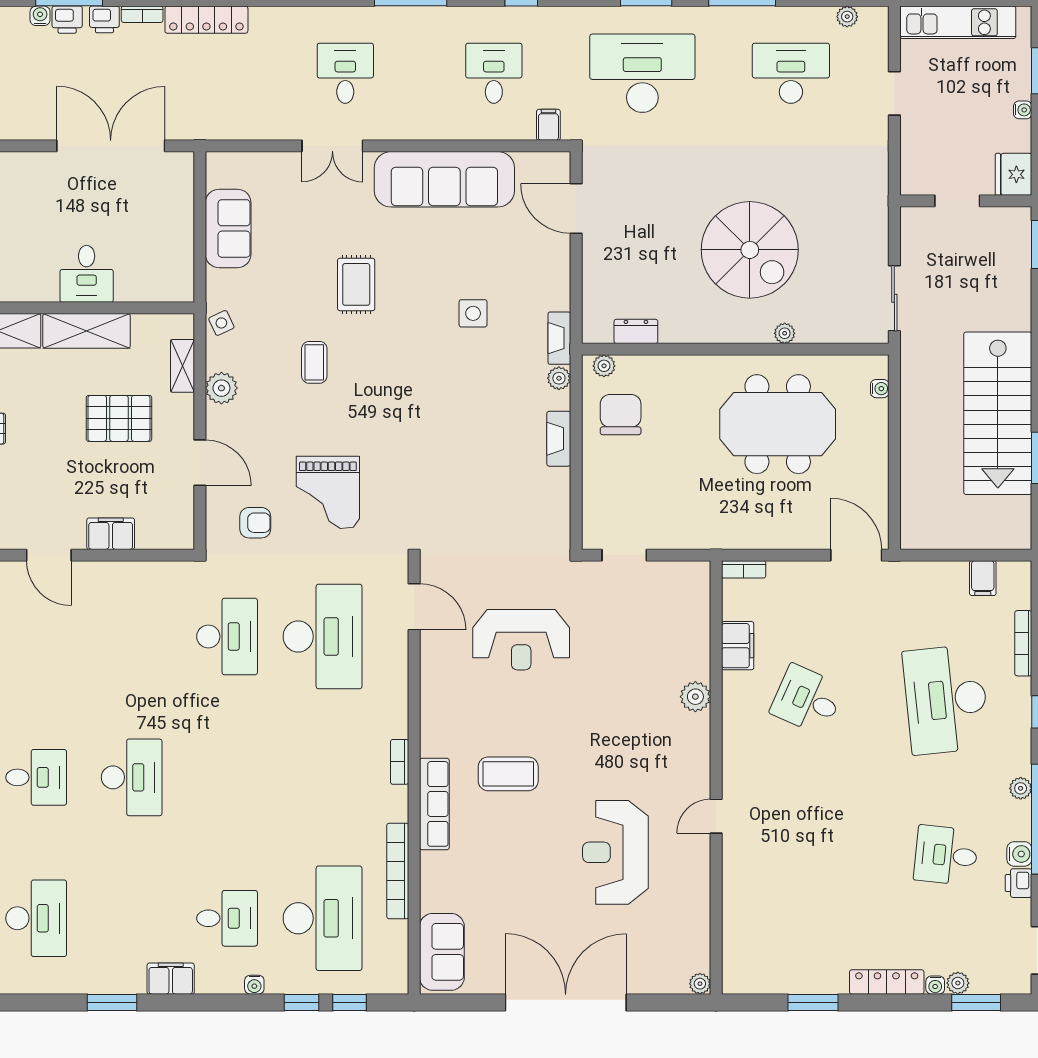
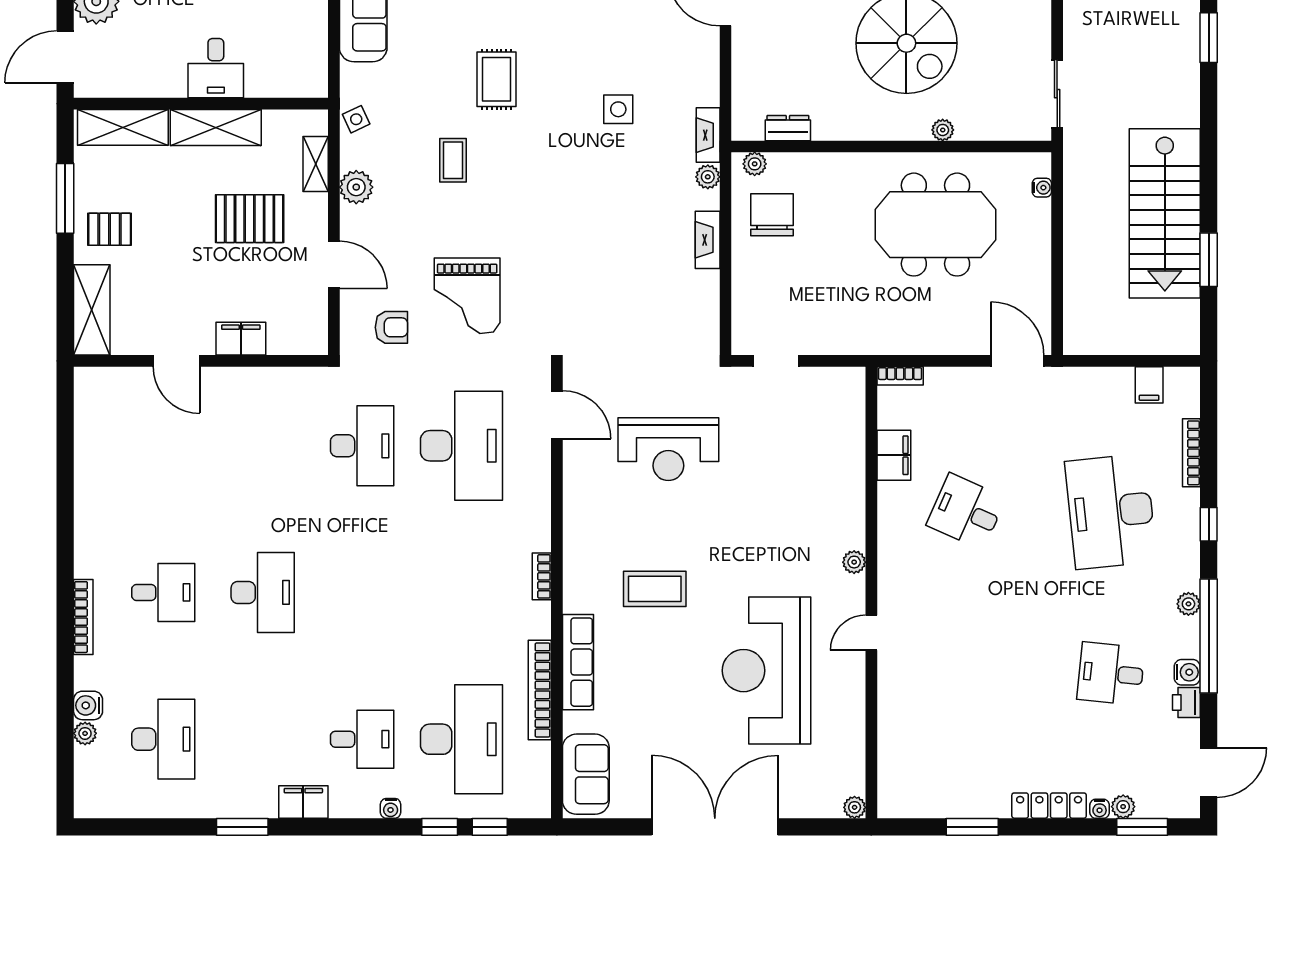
plant: (695, 697) -> (854, 562), moved, width x0.73, depth x0.73
row of seats: (434, 804) -> (578, 662), moved
reception desk: (615, 852) -> (767, 671), width x1.36, depth x1.30

